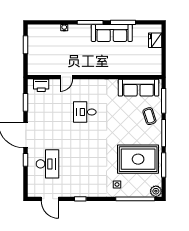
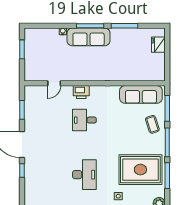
sofa: (112, 33) -> (89, 37), moved
door: (66, 77) -> (54, 83), moved
printer: (41, 85) -> (81, 92), moved
desk: (47, 164) -> (84, 175), moved

